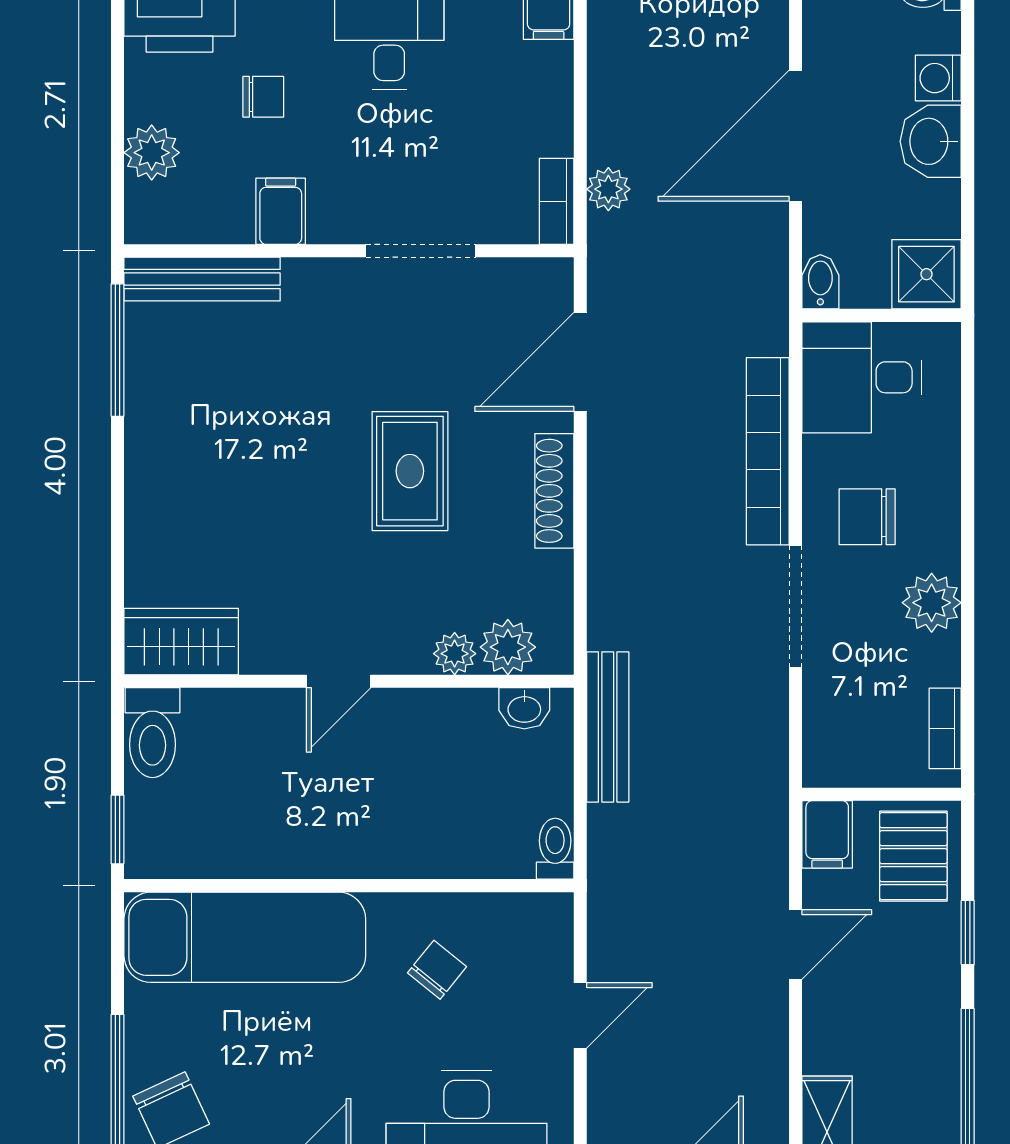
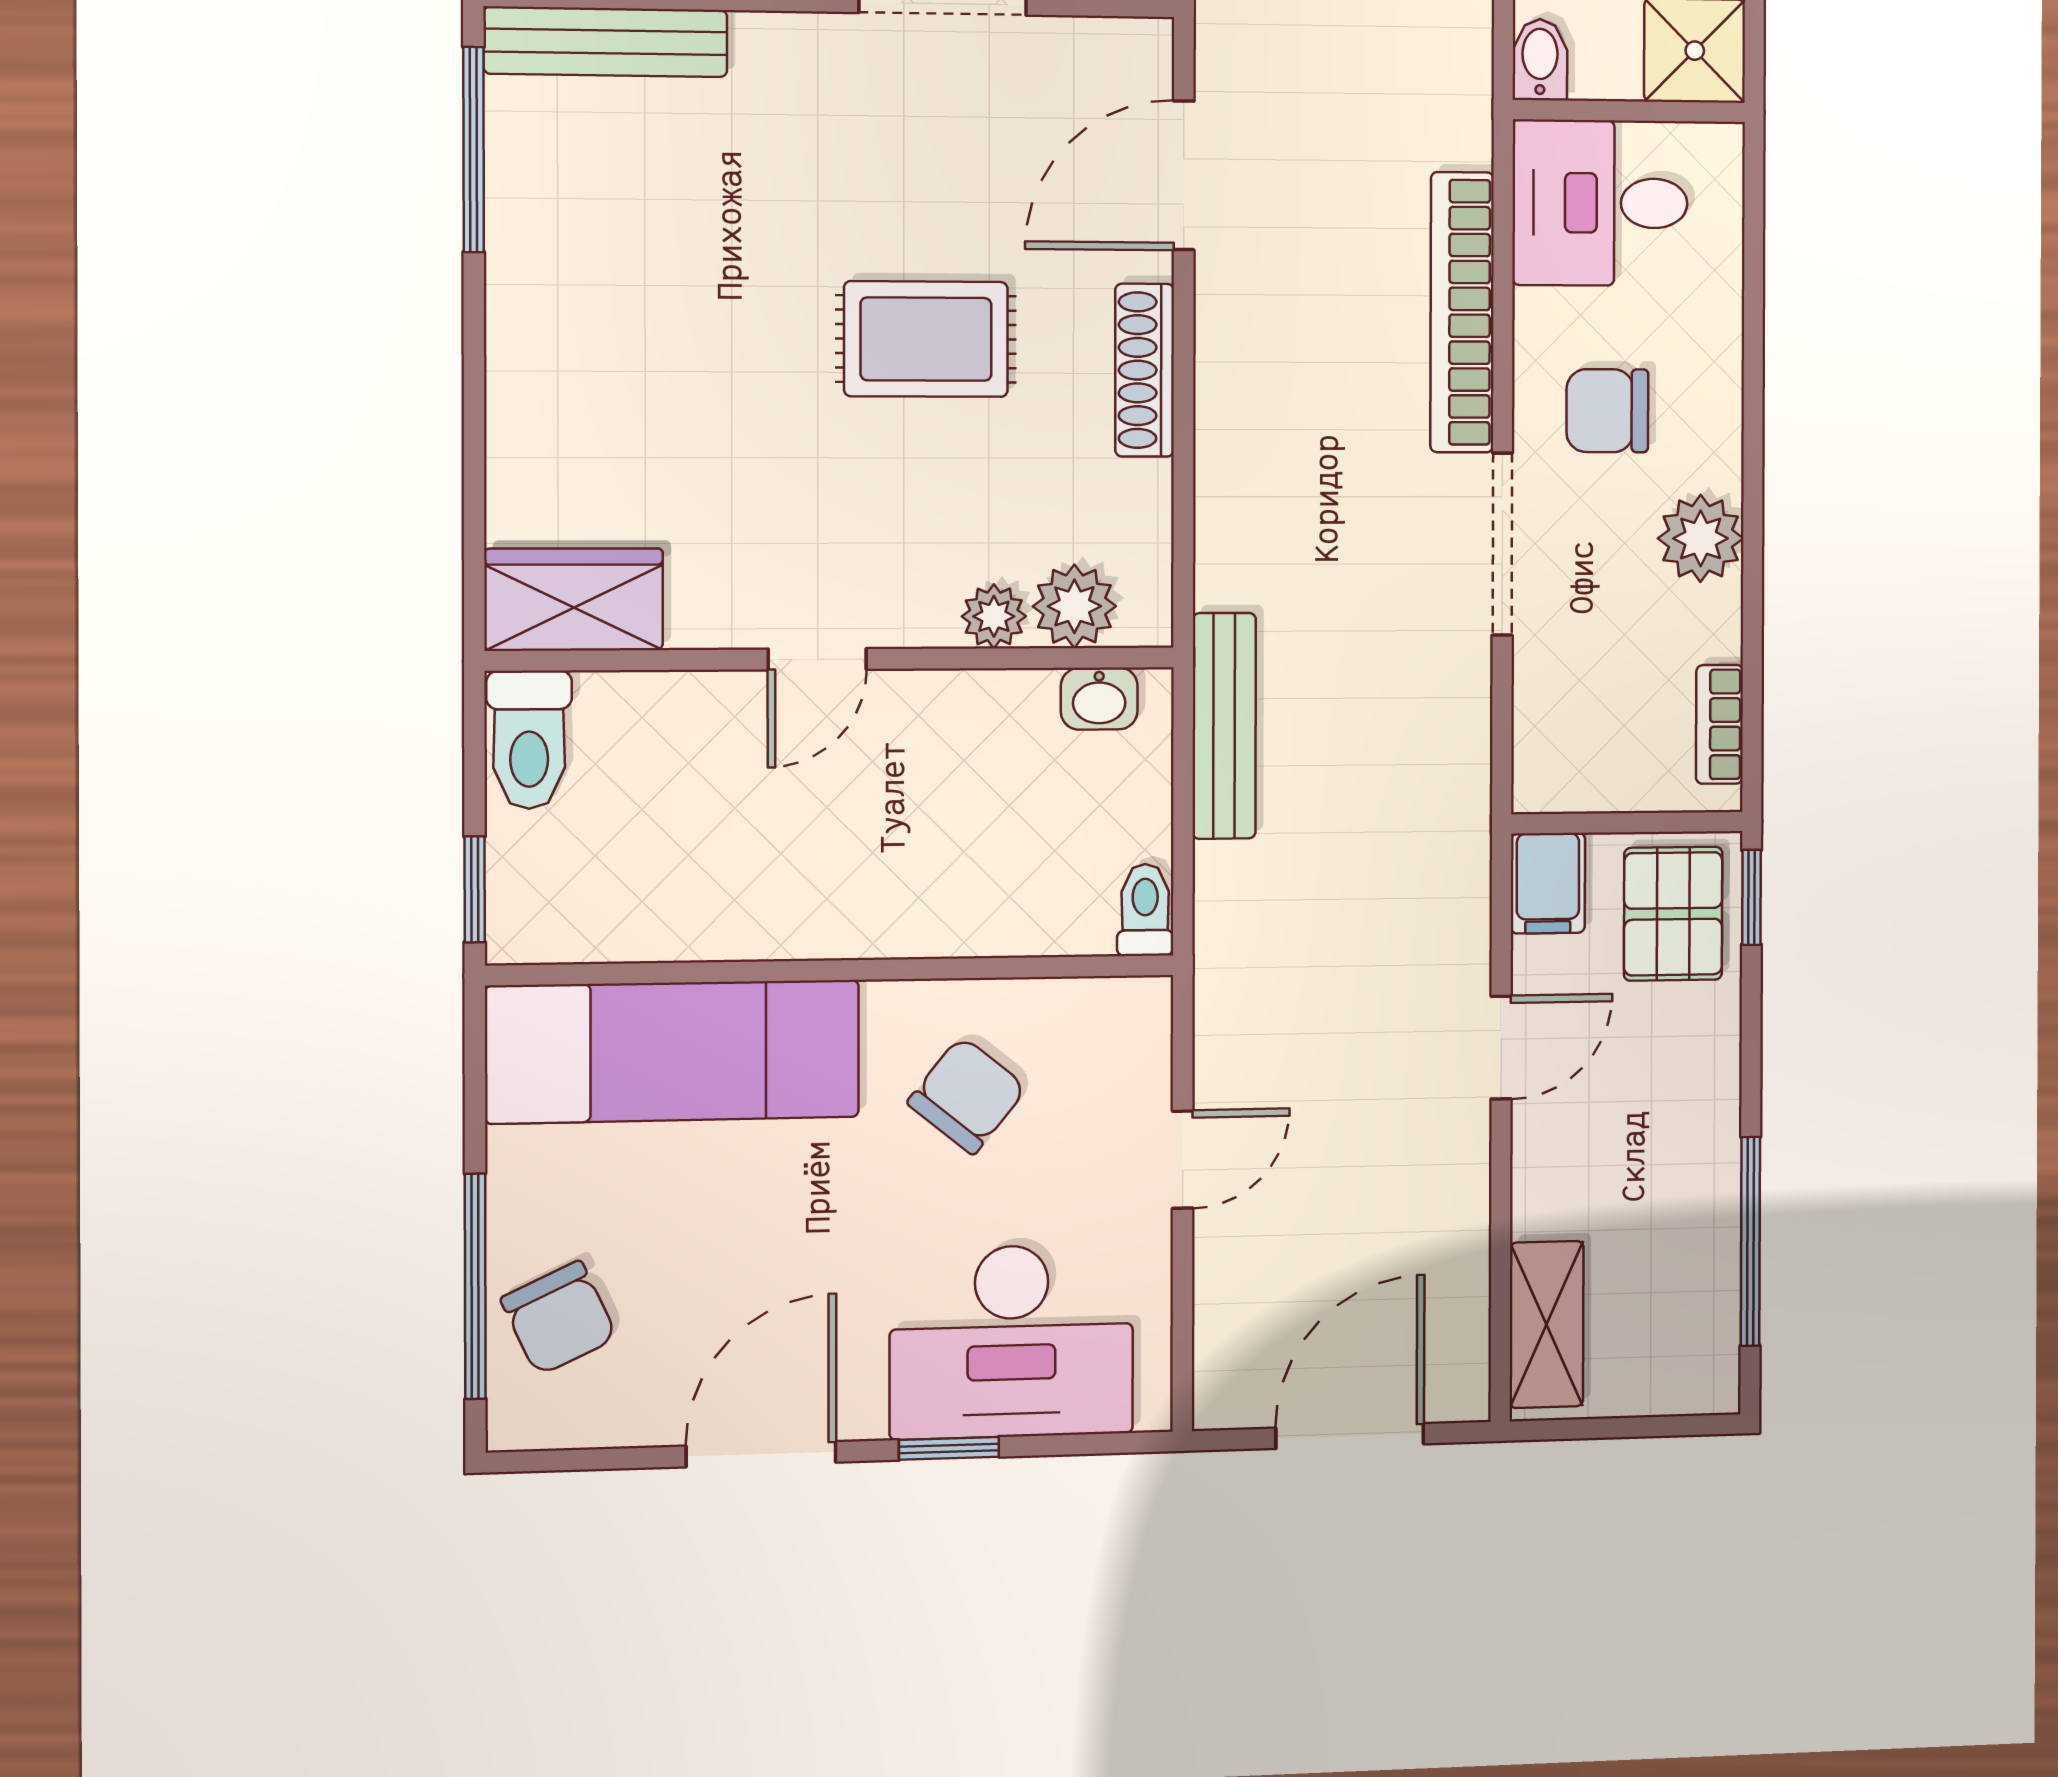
rug: (410, 471) -> (926, 339), turned 90
window: (968, 933) -> (1752, 897), moved
chair: (437, 970) -> (967, 1095), width x1.37, depth x1.37

